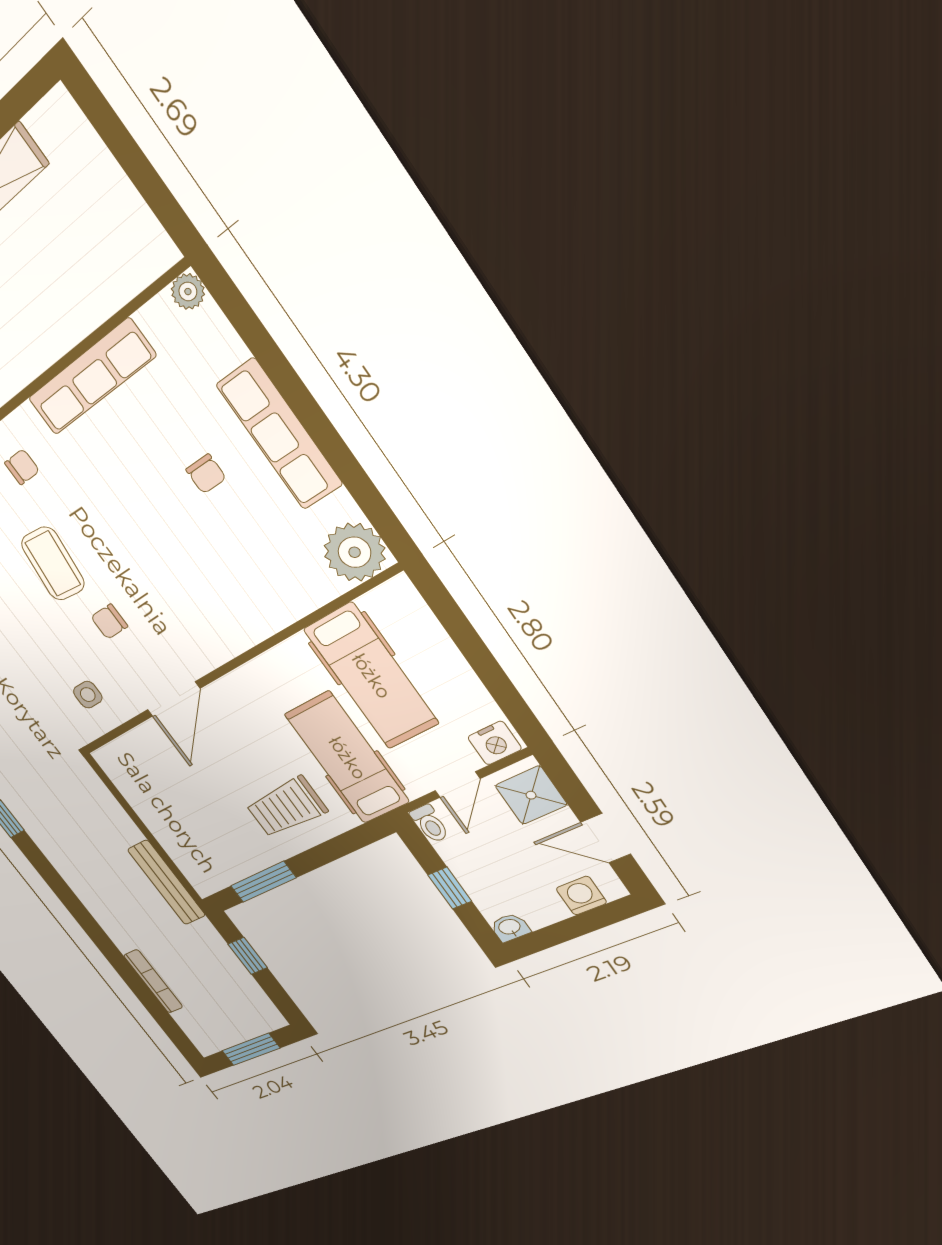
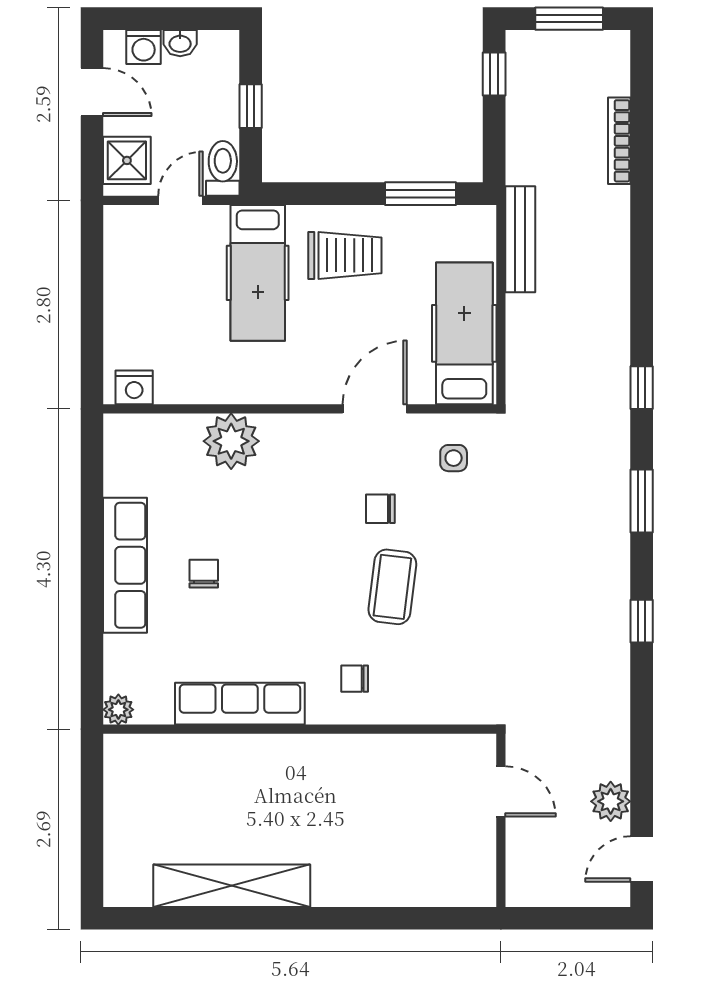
plant: (355, 552) -> (231, 441), moved
chair: (109, 622) -> (380, 509), turned 180
hospital bed: (371, 676) -> (464, 333), moved
nightstand: (495, 743) -> (134, 387), moved, turned 180
toilet: (430, 824) -> (223, 168), width x1.37, depth x1.39
washbasin: (510, 927) -> (180, 43), moved
window: (248, 956) -> (494, 74), moved

